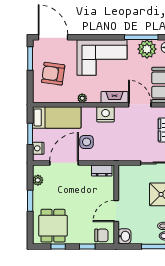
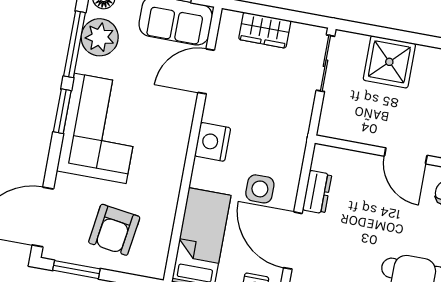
window: (107, 37) -> (62, 111), added
fireplace: (114, 97) -> (182, 118), removed
plant: (82, 98) -> (173, 182), removed
dresser: (102, 171) -> (317, 192), moved

